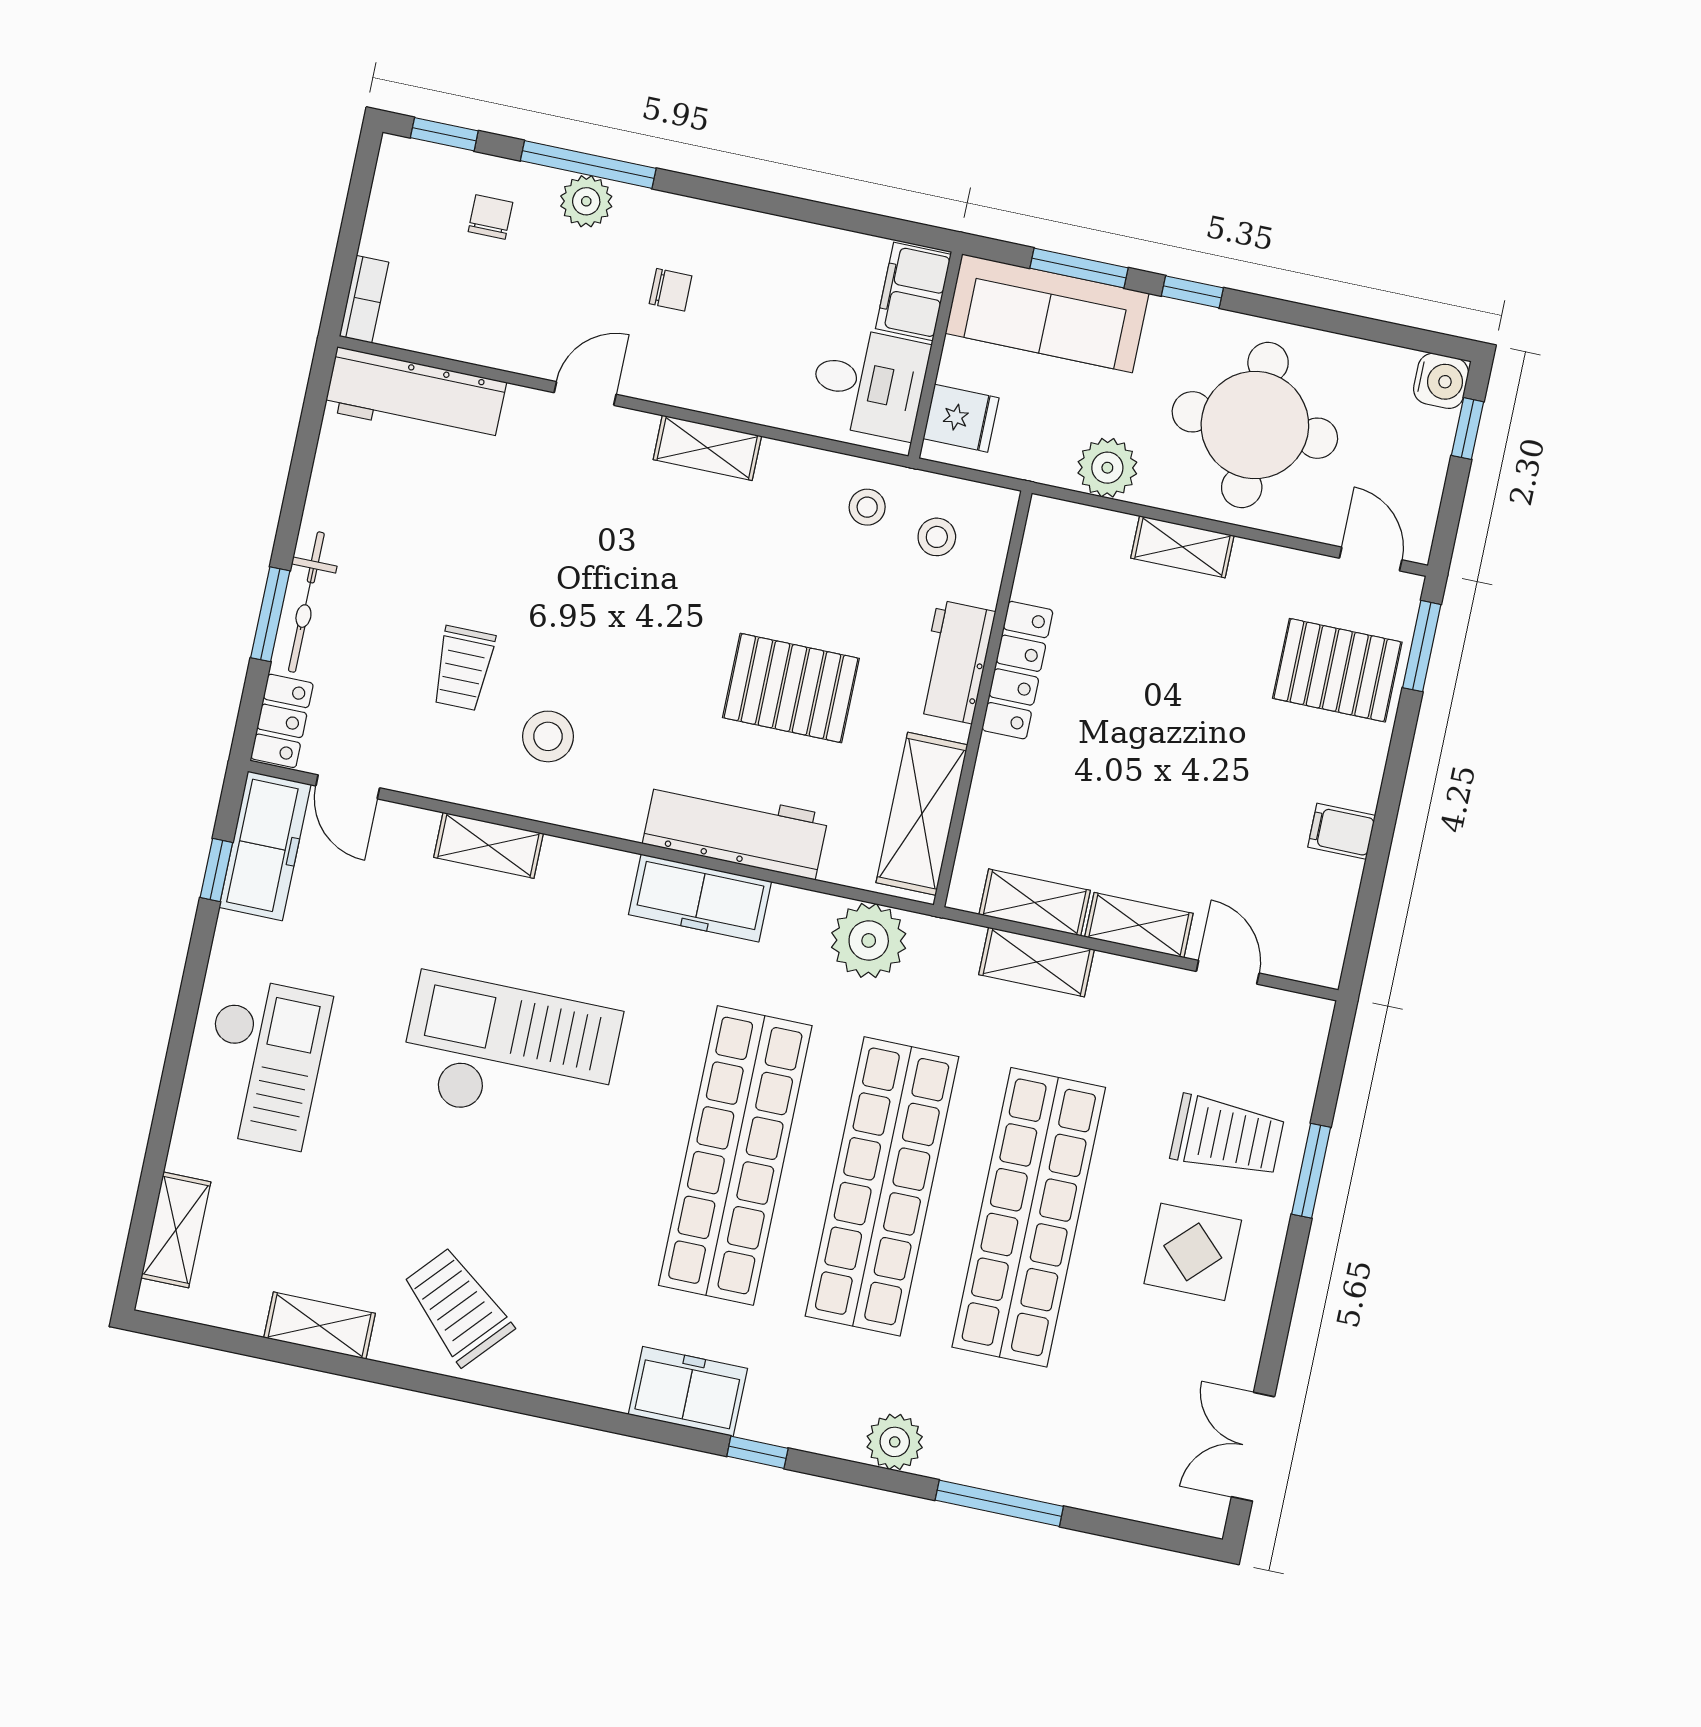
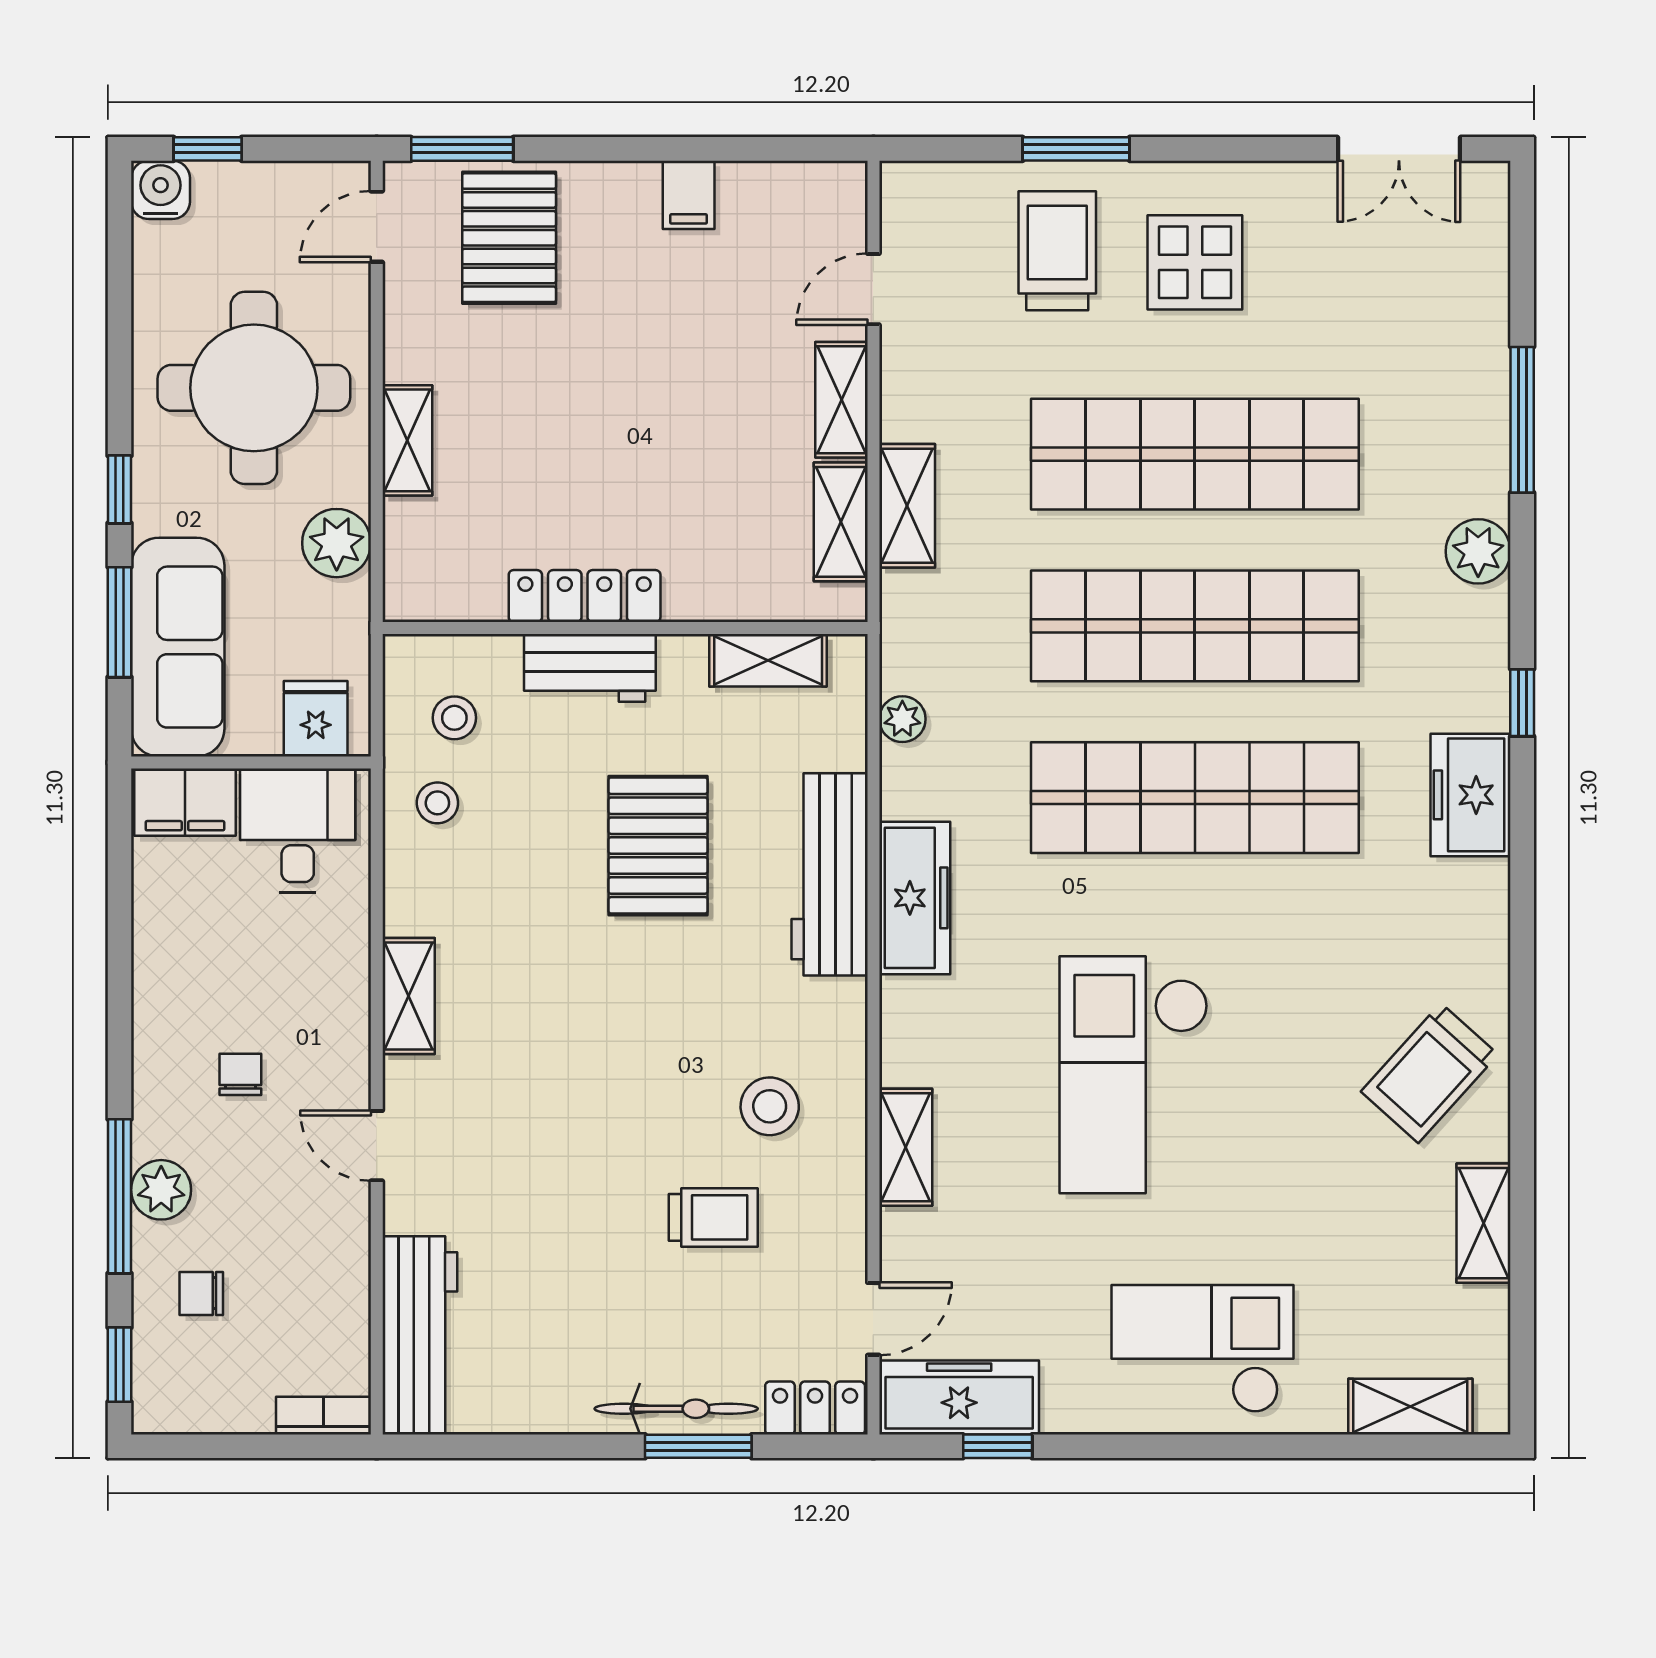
shelving: (922, 814) -> (768, 660), width x0.67, depth x0.75
plant: (869, 940) -> (902, 719), width x0.53, depth x0.53

